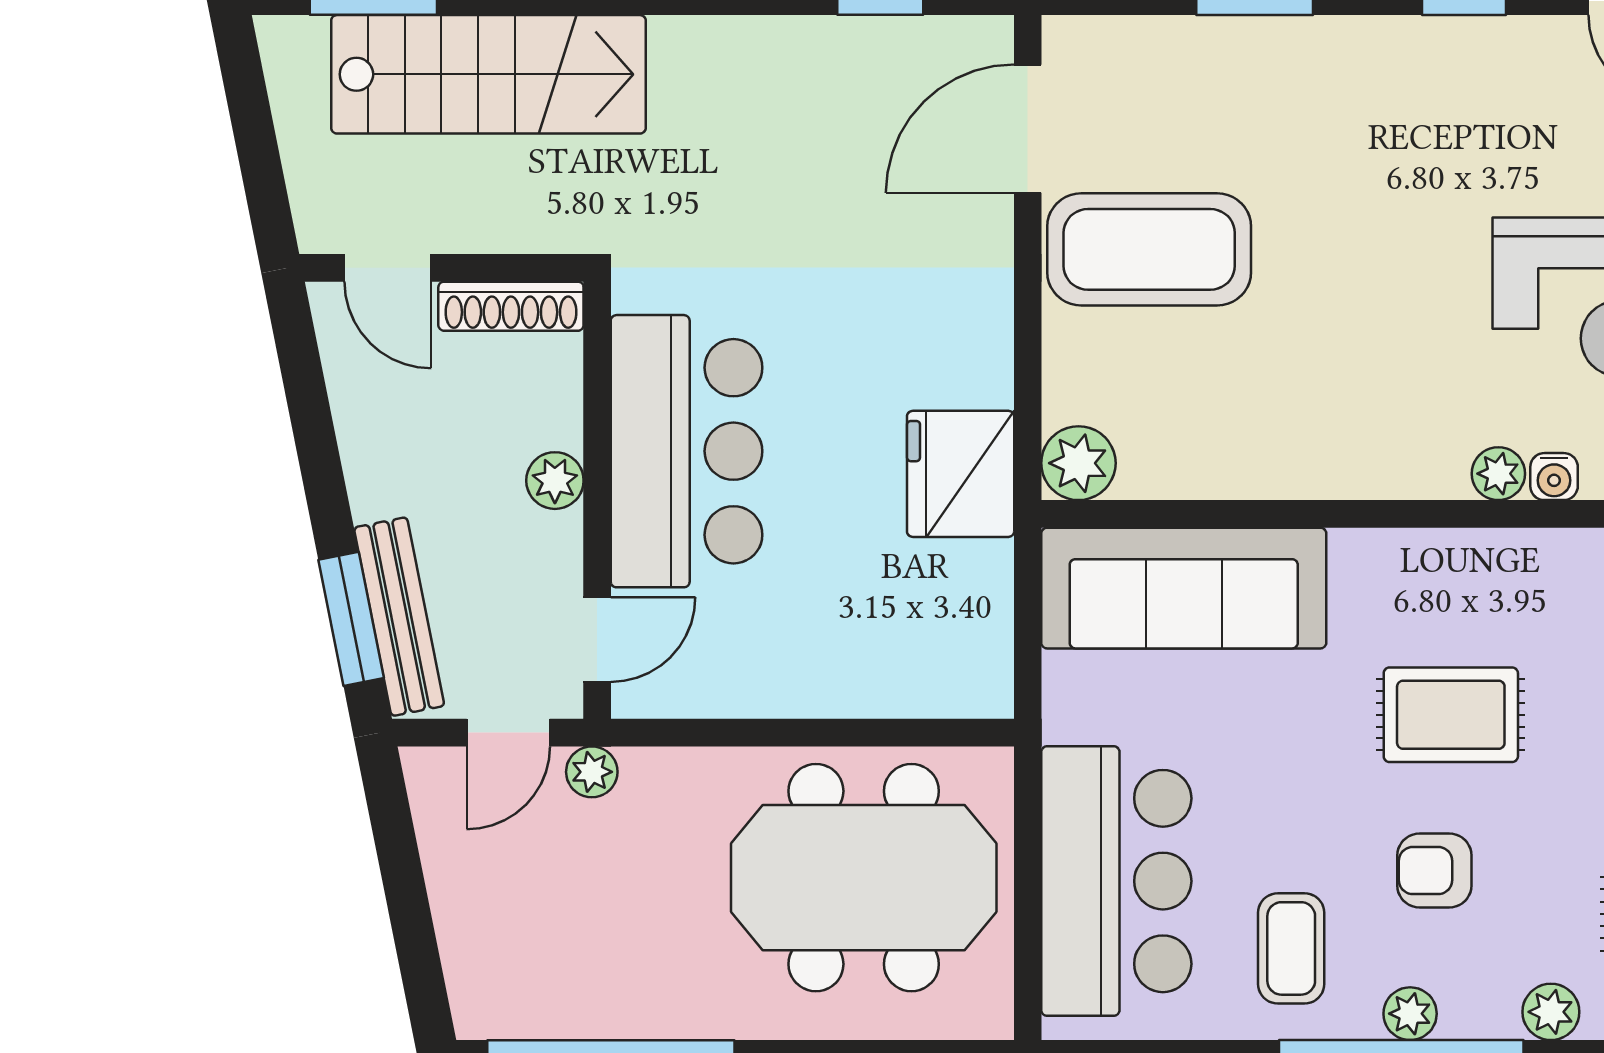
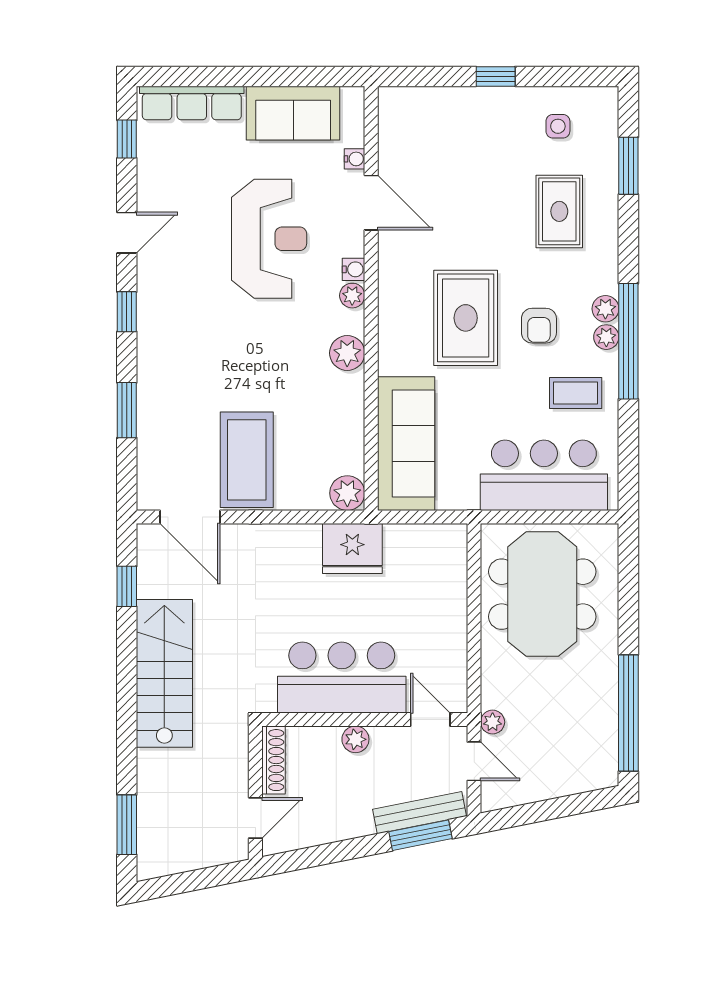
stairs: (488, 74) -> (164, 673), moved
plant: (1376, 463) -> (347, 353), added
rug: (1451, 715) -> (466, 318), width x1.36, depth x1.43
plant: (1551, 1012) -> (605, 309), moved

